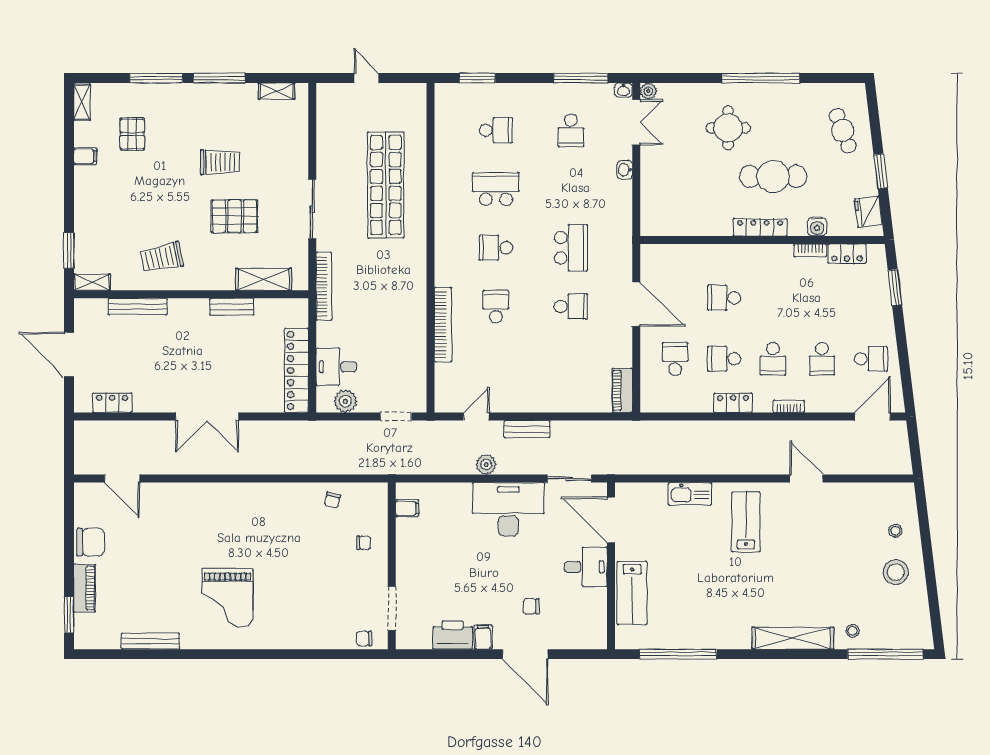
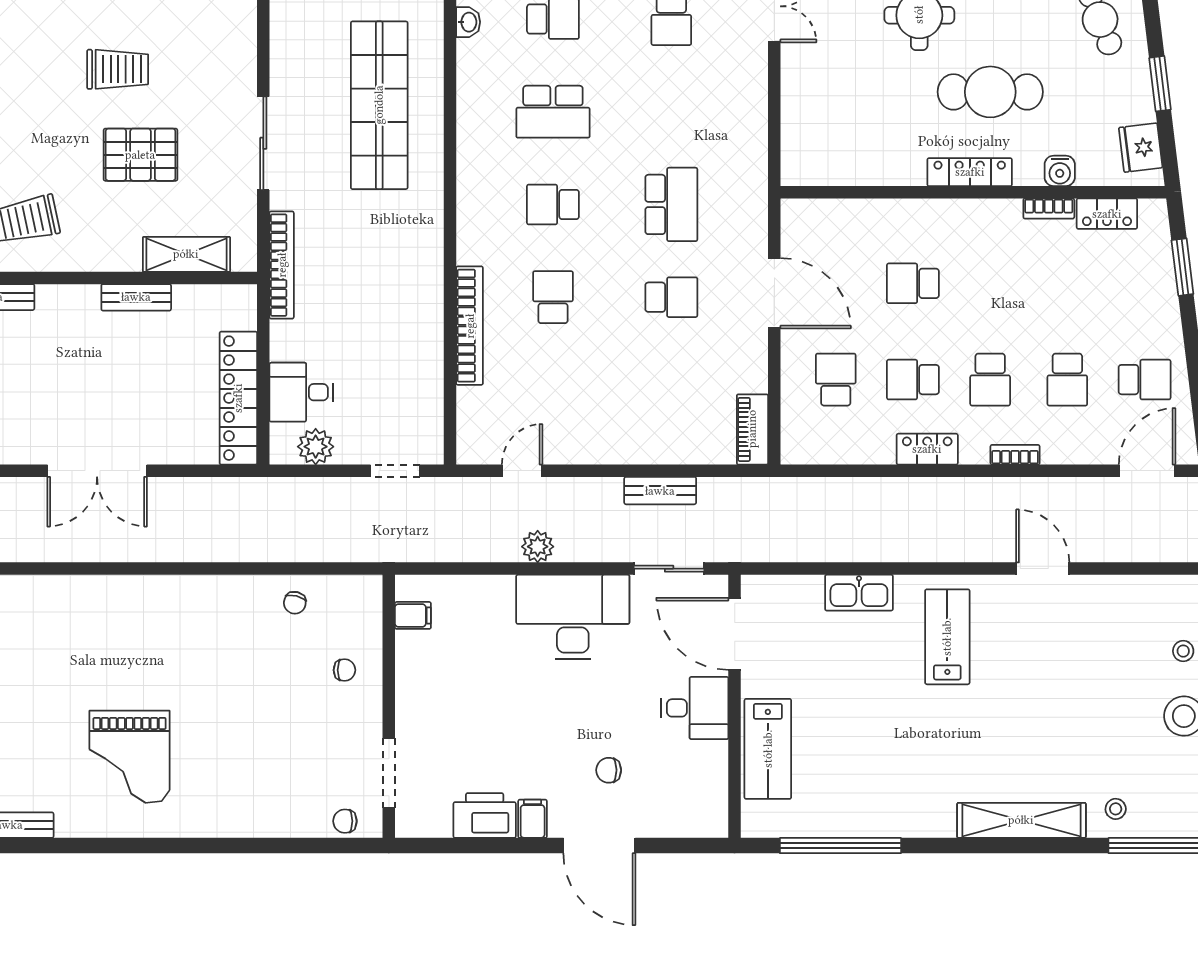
washbasin: (625, 170) -> (468, 22), moved, turned 180
school desk: (496, 189) -> (553, 112), turned 180
bench: (527, 429) -> (660, 491), moved

